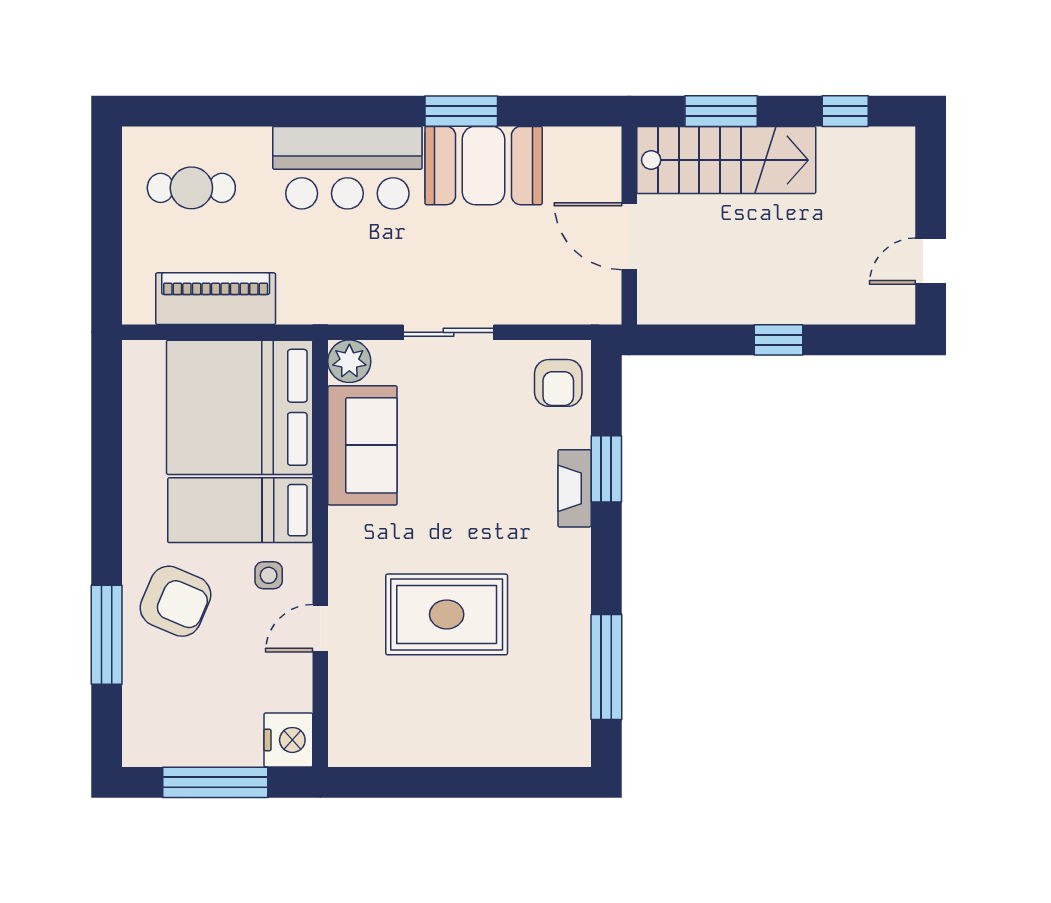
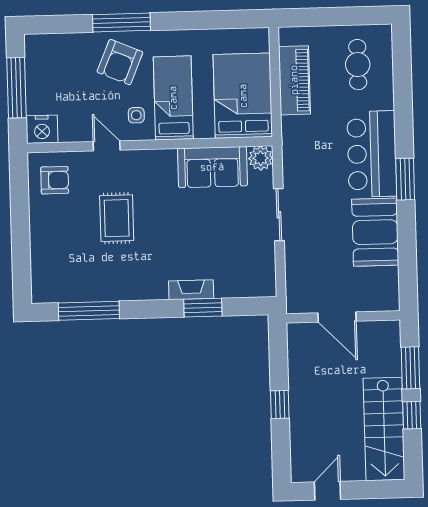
window: (461, 111) -> (405, 179), moved
window: (845, 111) -> (412, 415), moved
stairs: (726, 160) -> (384, 429), moved
door: (629, 236) -> (337, 317), swing flipped
door: (931, 261) -> (328, 491), hinge flipped
armchair: (558, 383) -> (55, 180), moved, turned 180
bed: (240, 407) -> (243, 96), width x0.73
rug: (447, 614) -> (117, 218), width x0.73, depth x0.70
window: (107, 635) -> (122, 22), moved

